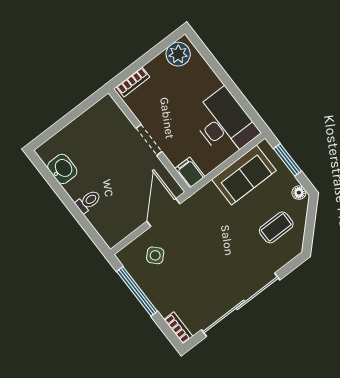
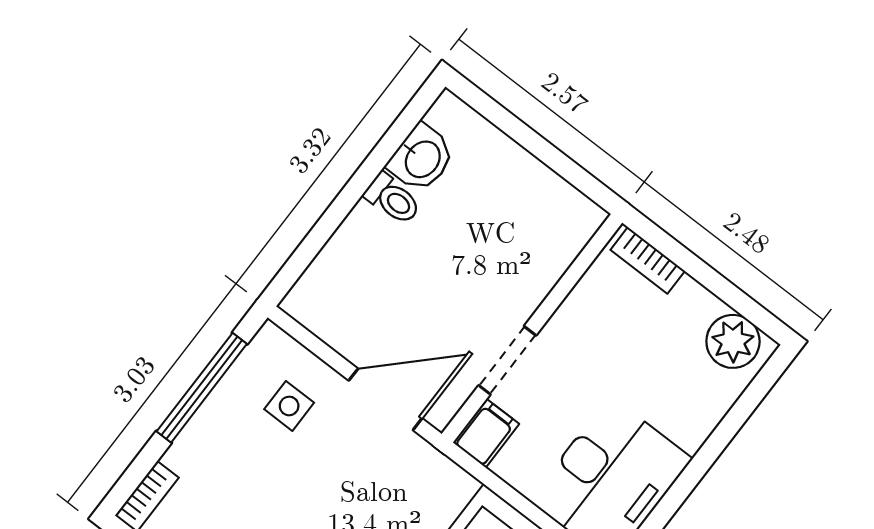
doorway: (149, 140) -> (507, 360), moved
toilet: (88, 201) -> (393, 199), moved
side table: (155, 255) -> (289, 406), turned 45

